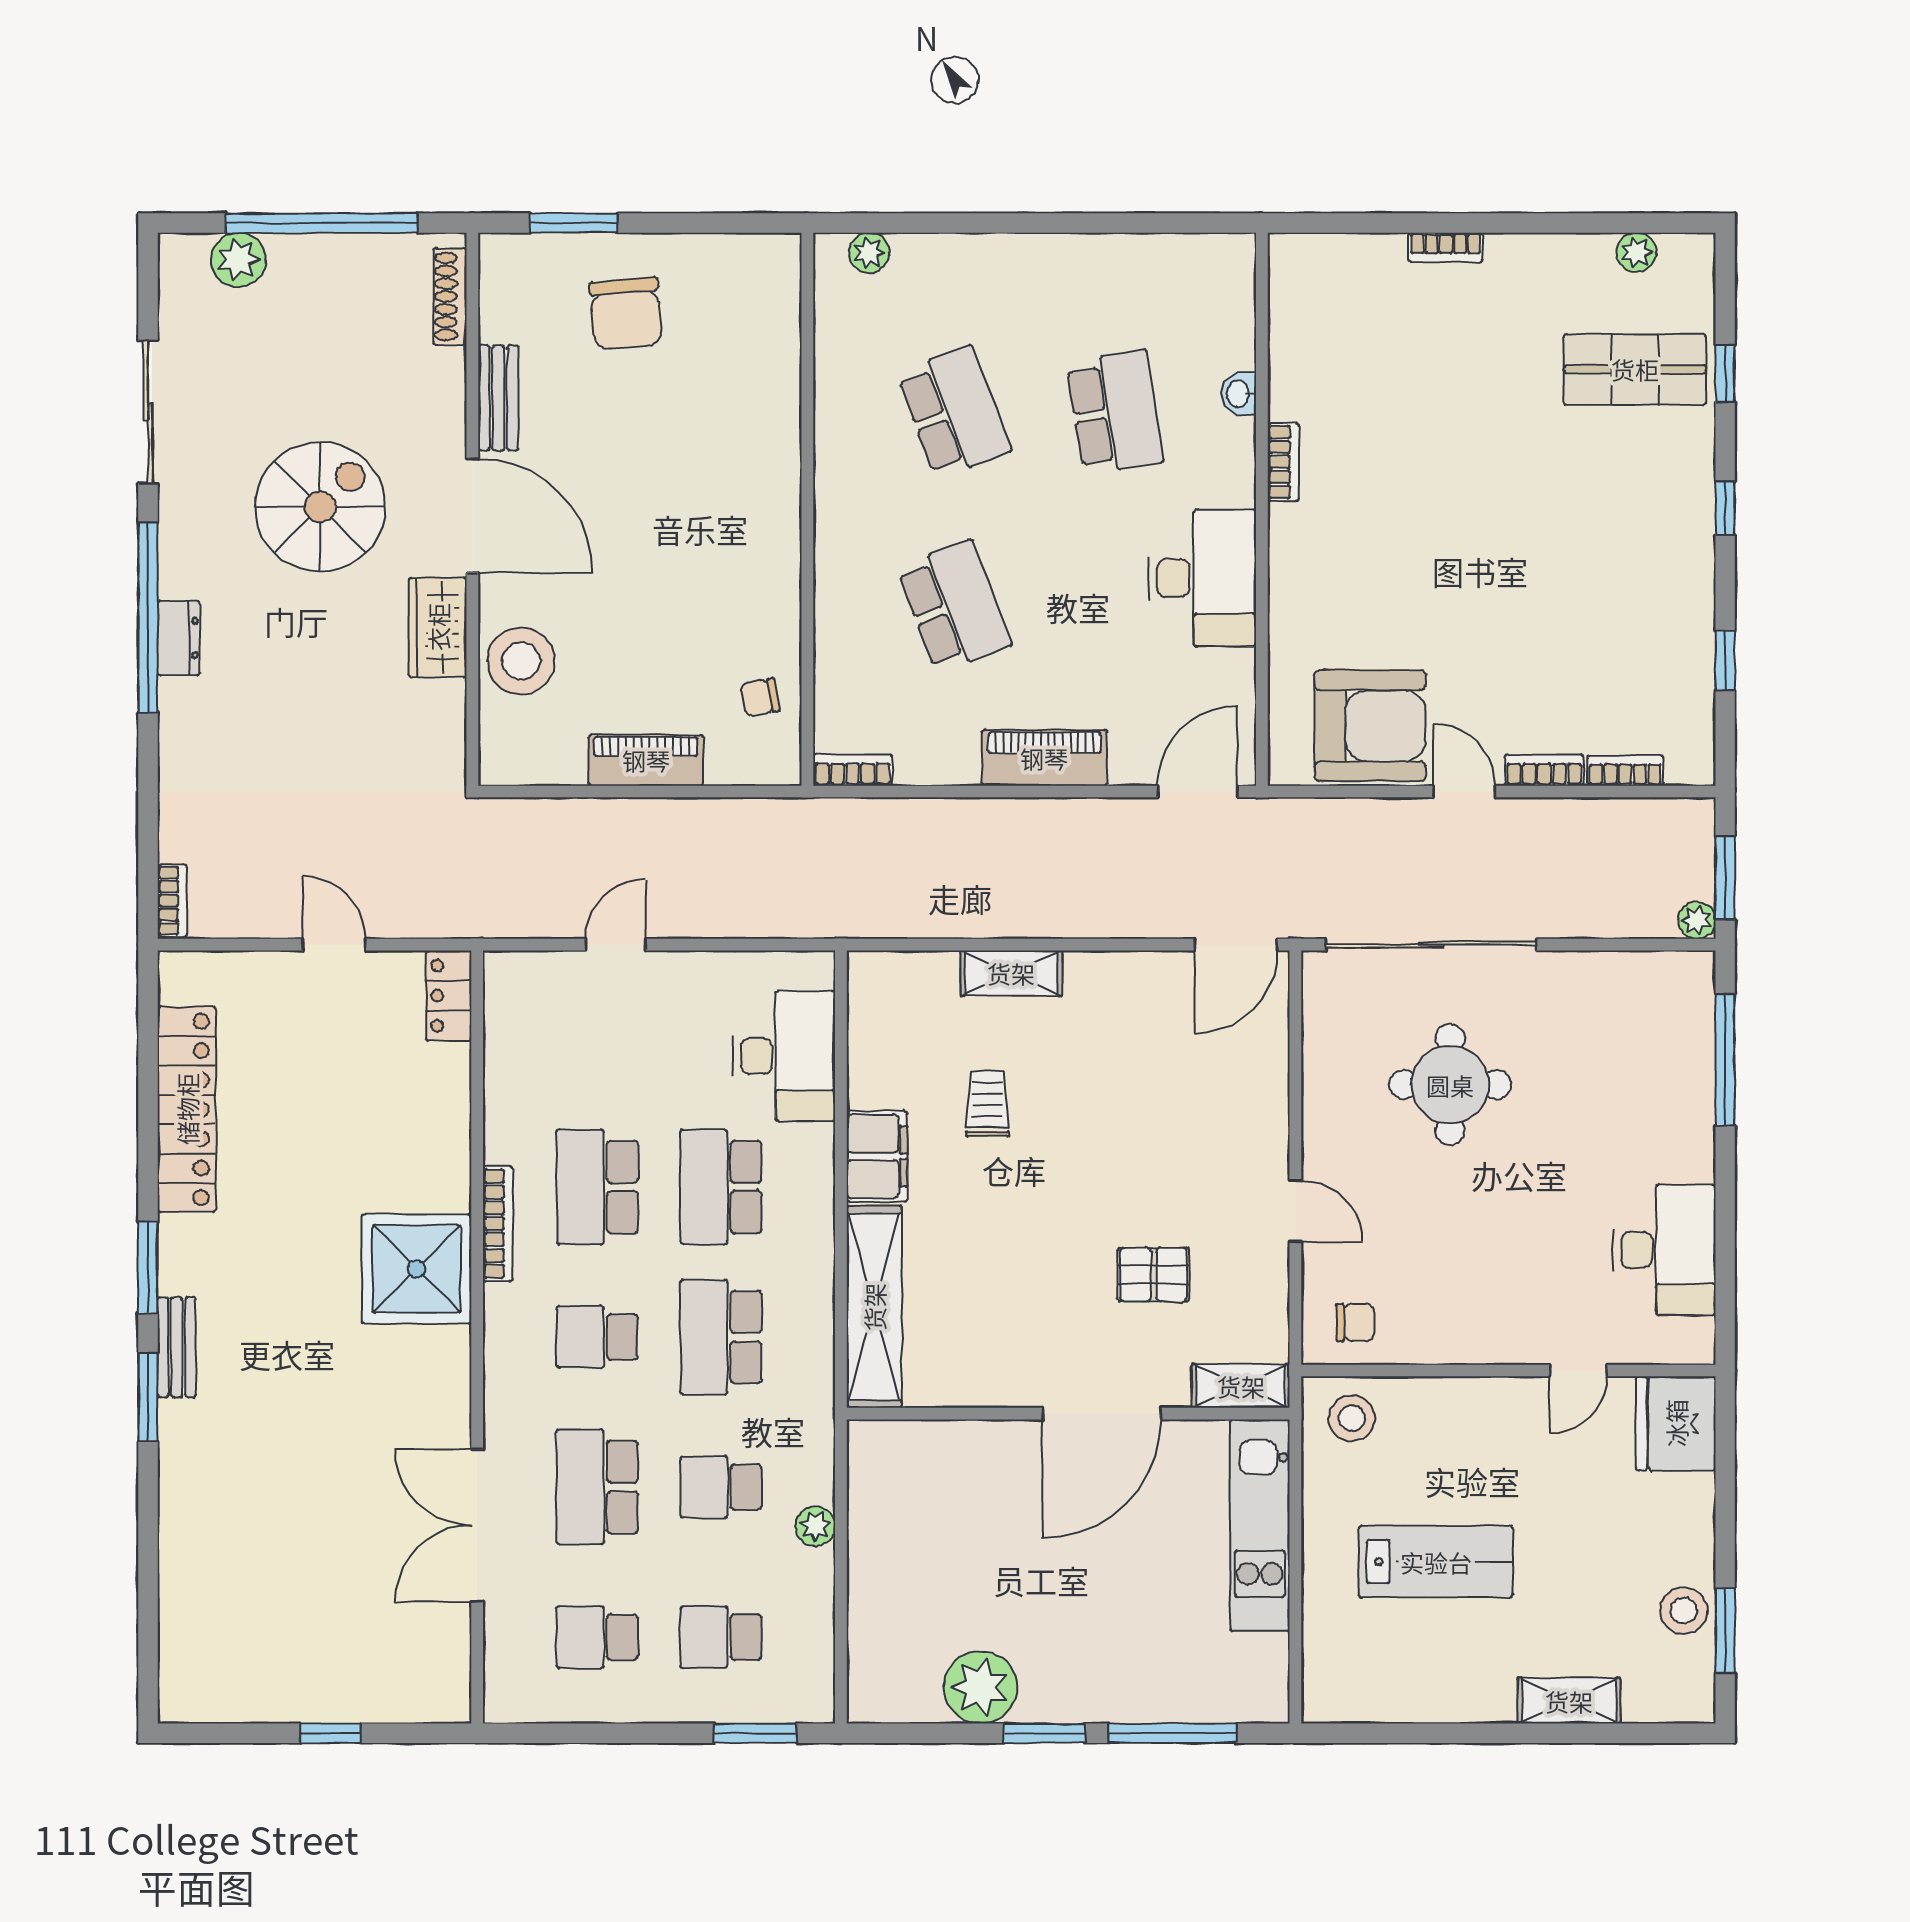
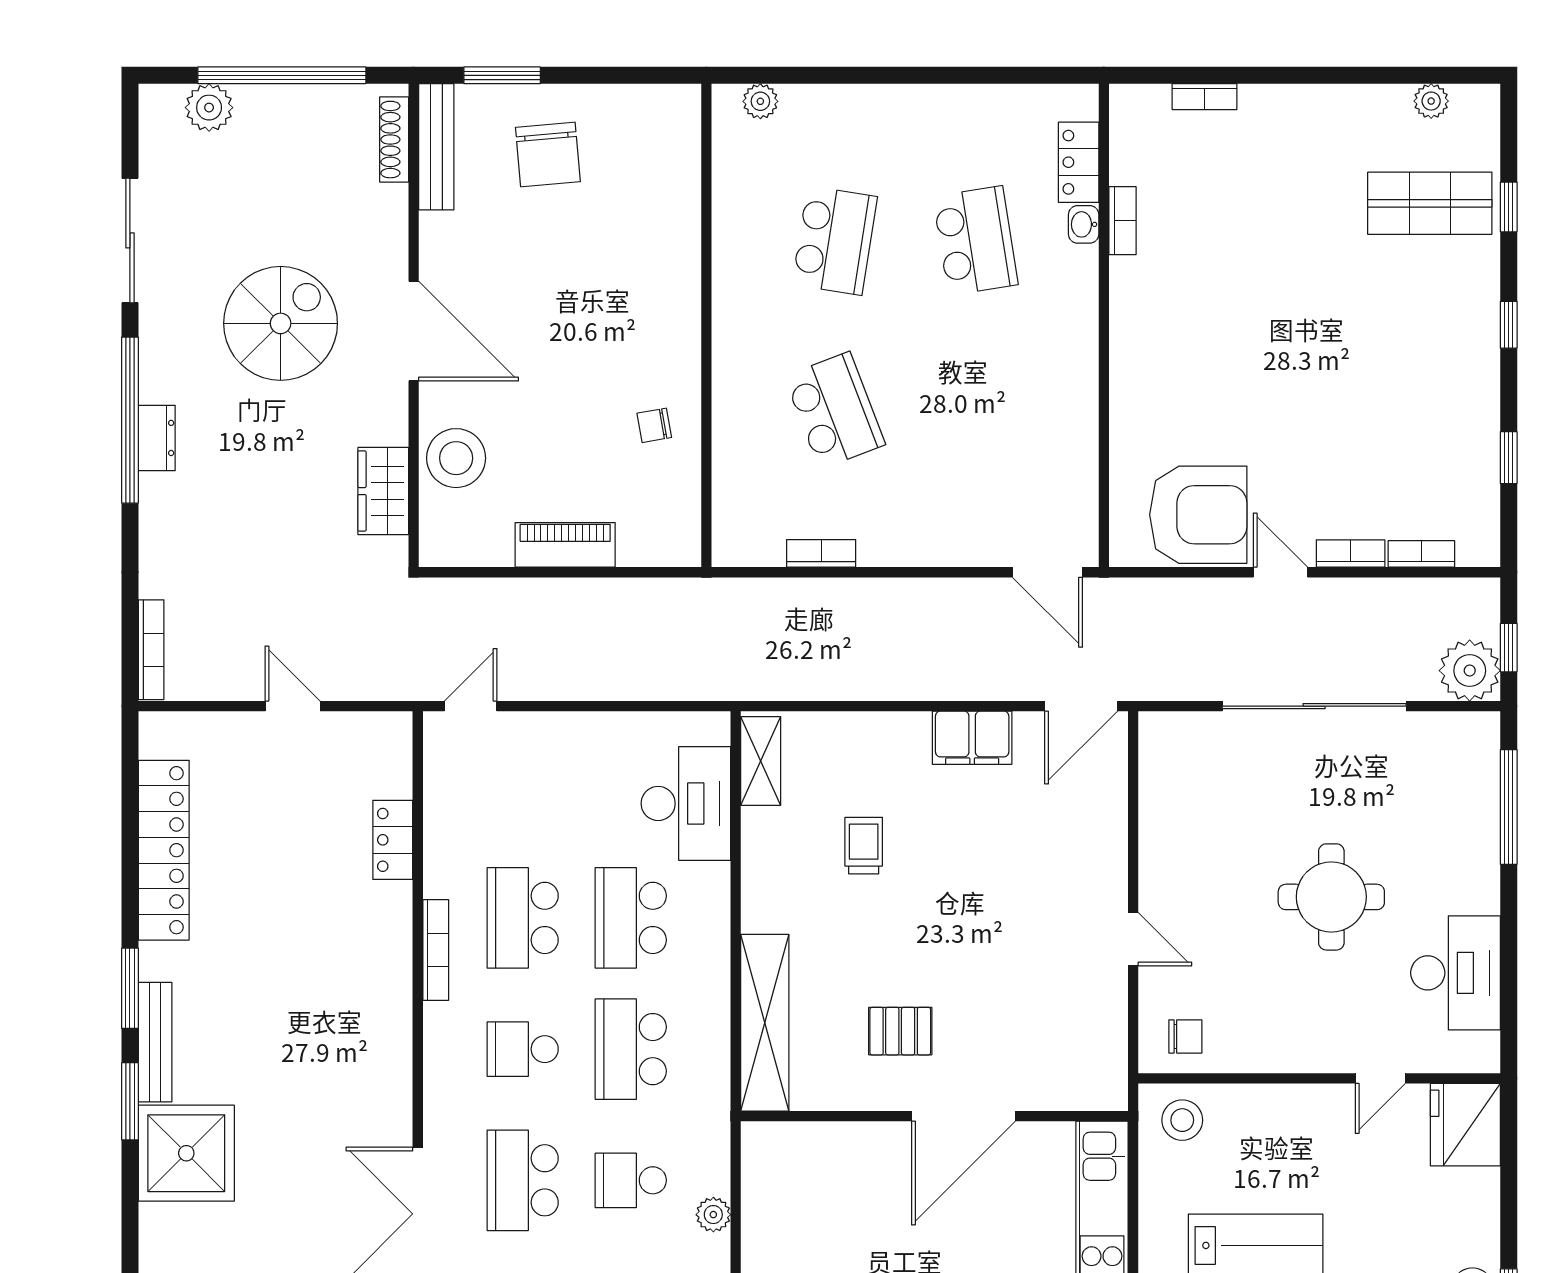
bookcase: (1446, 247) -> (1205, 97), moved
locker: (1233, 322) -> (1079, 162), added
bench: (498, 398) -> (436, 147), moved, width x1.36
school desk: (954, 412) -> (835, 241), turned 30
bookcase: (1283, 462) -> (1122, 221), moved
desk: (1202, 578) -> (1052, 386), removed
wardrobe: (438, 627) -> (383, 491), moved
chair: (760, 697) -> (654, 425), moved
piano: (1044, 758) -> (914, 543), removed
bookcase: (853, 770) -> (821, 553), moved
door: (1198, 792) -> (1047, 572), swing flipped
window: (1725, 878) -> (1509, 648), width x0.67
bookcase: (172, 901) -> (151, 650), width x1.56
plant: (1697, 920) -> (1470, 671), width x1.87, depth x1.87
door: (616, 945) -> (471, 706), moved
sliding door: (1431, 945) -> (1314, 706), moved
shelving: (1011, 973) -> (761, 761), moved, turned 90
locker: (449, 996) -> (393, 840), moved
round table: (1450, 1085) -> (1331, 897), moved
filing cabinet: (877, 1156) -> (972, 738), moved, turned 90
shower: (417, 1269) -> (186, 1153), moved
pallet: (1154, 1275) -> (900, 1031), moved
bench: (177, 1347) -> (155, 1042), width x1.36
shelving: (1241, 1386) -> (1085, 1092), removed

